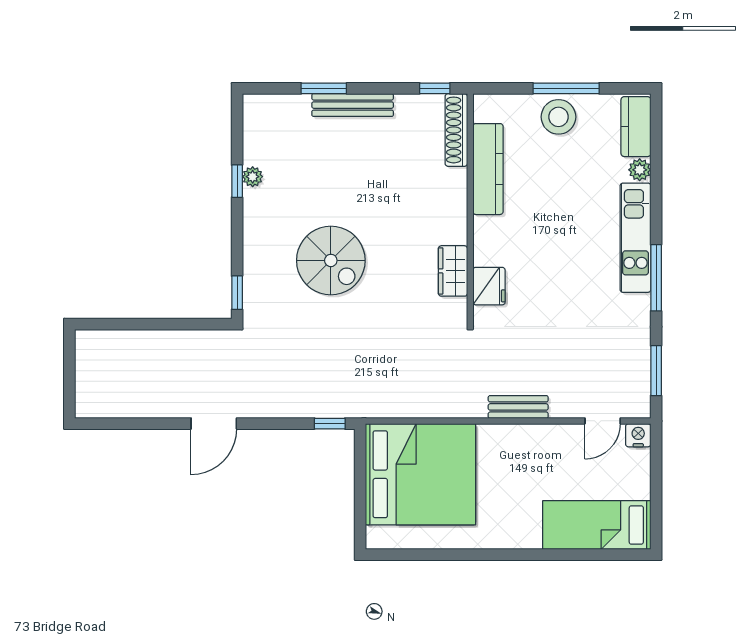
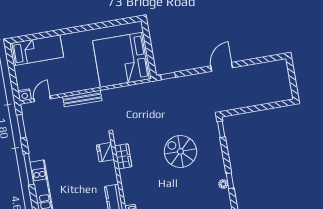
bench: (518, 407) -> (82, 99), width x1.36

